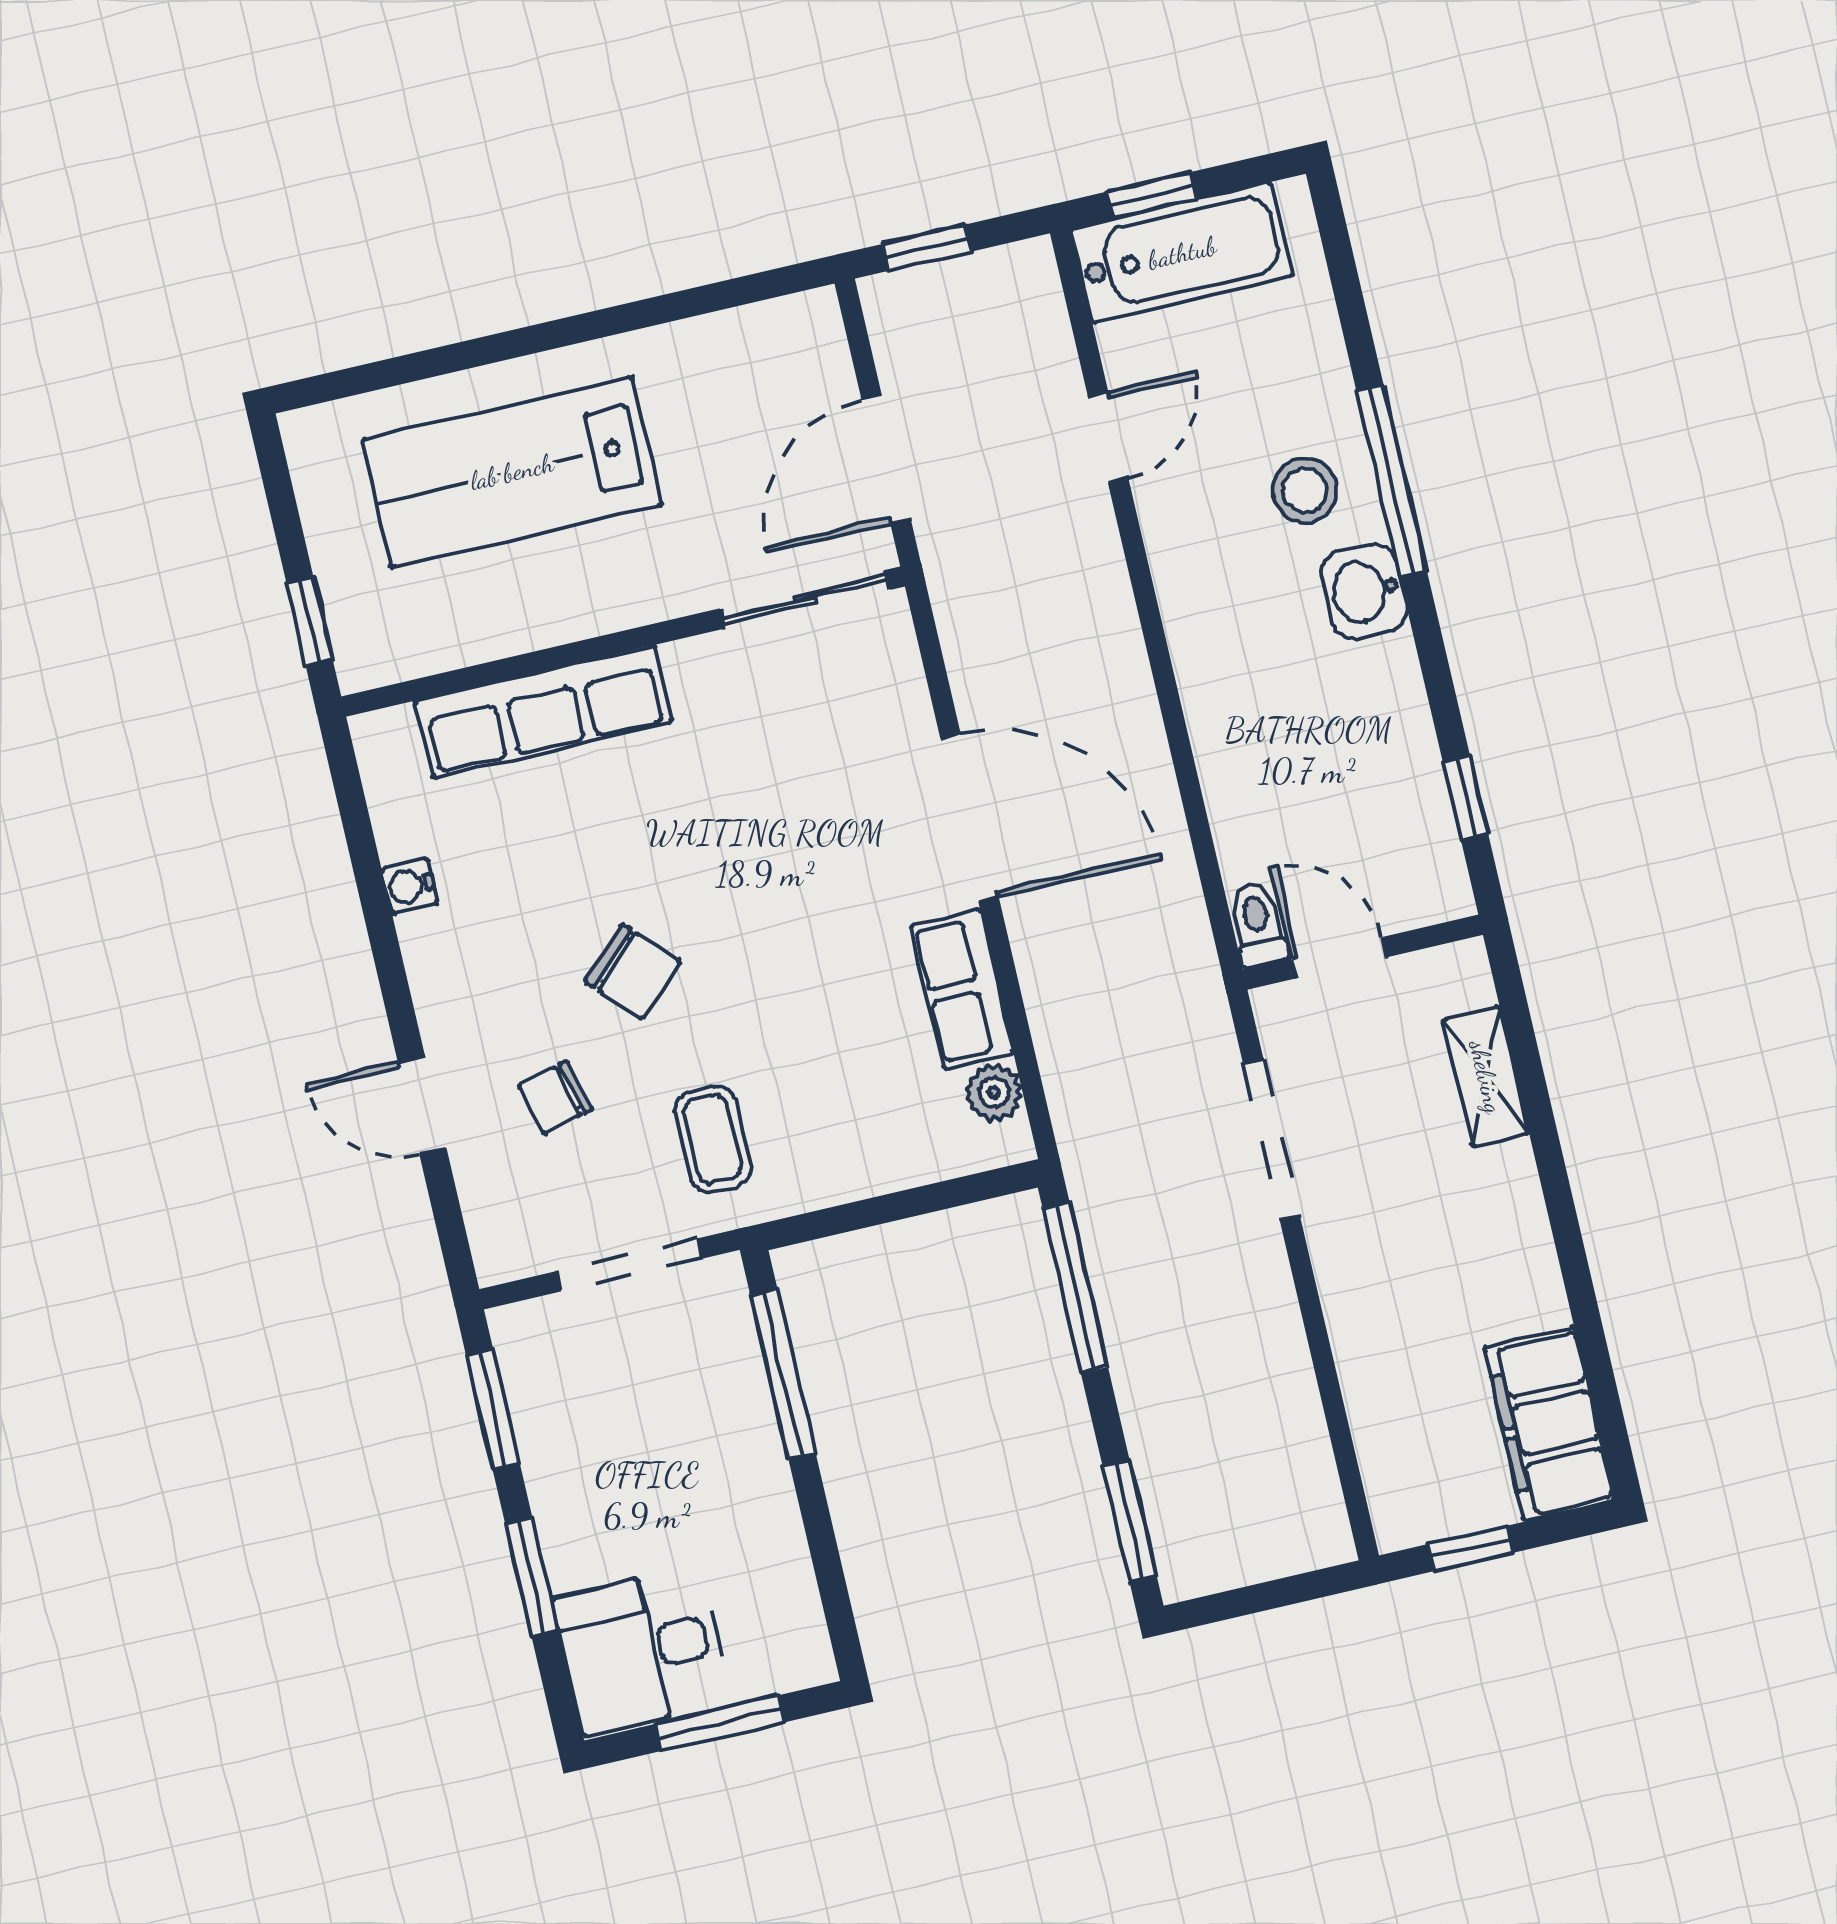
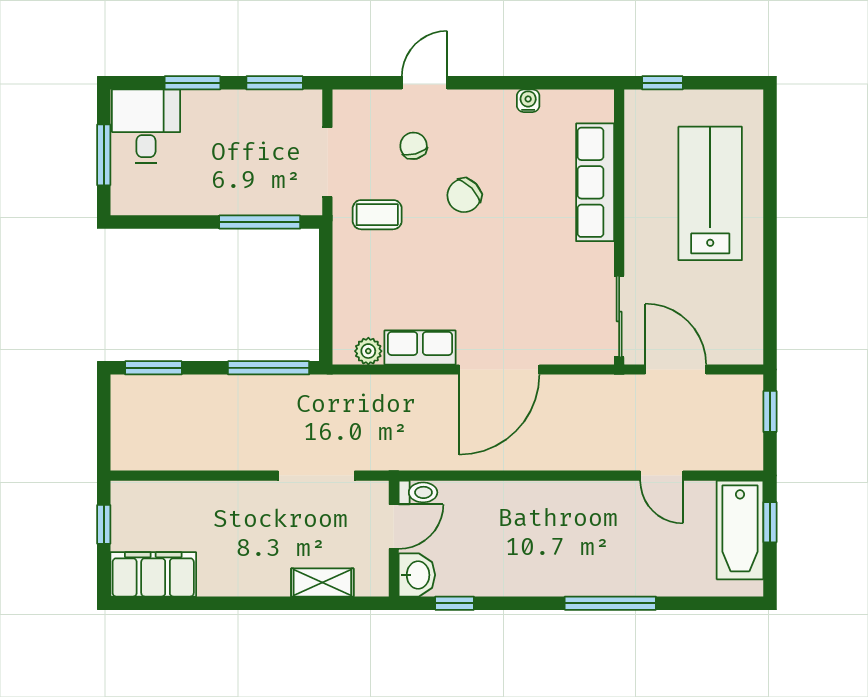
stool: (1305, 490) -> (616, 562), removed
washbasin: (1364, 591) -> (417, 575), moved, turned 90

